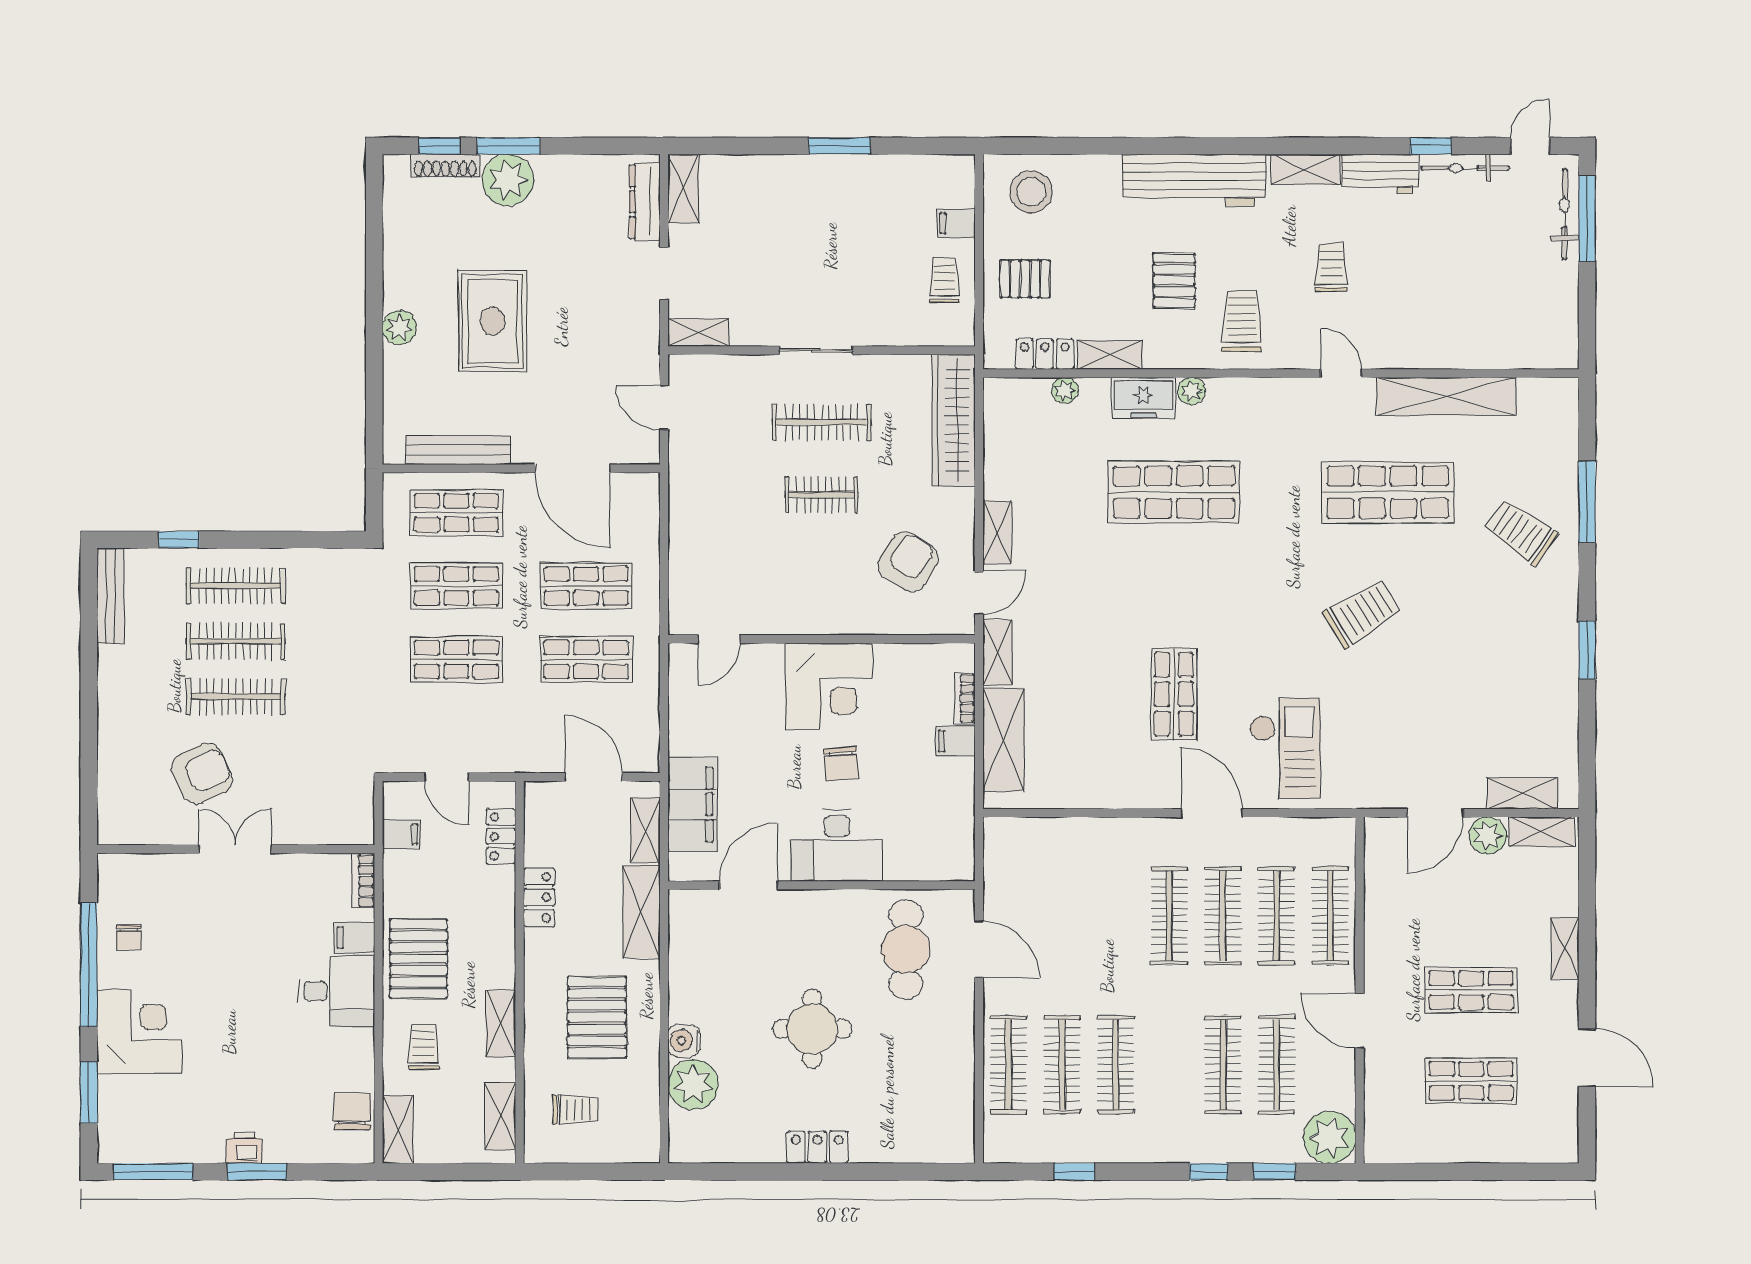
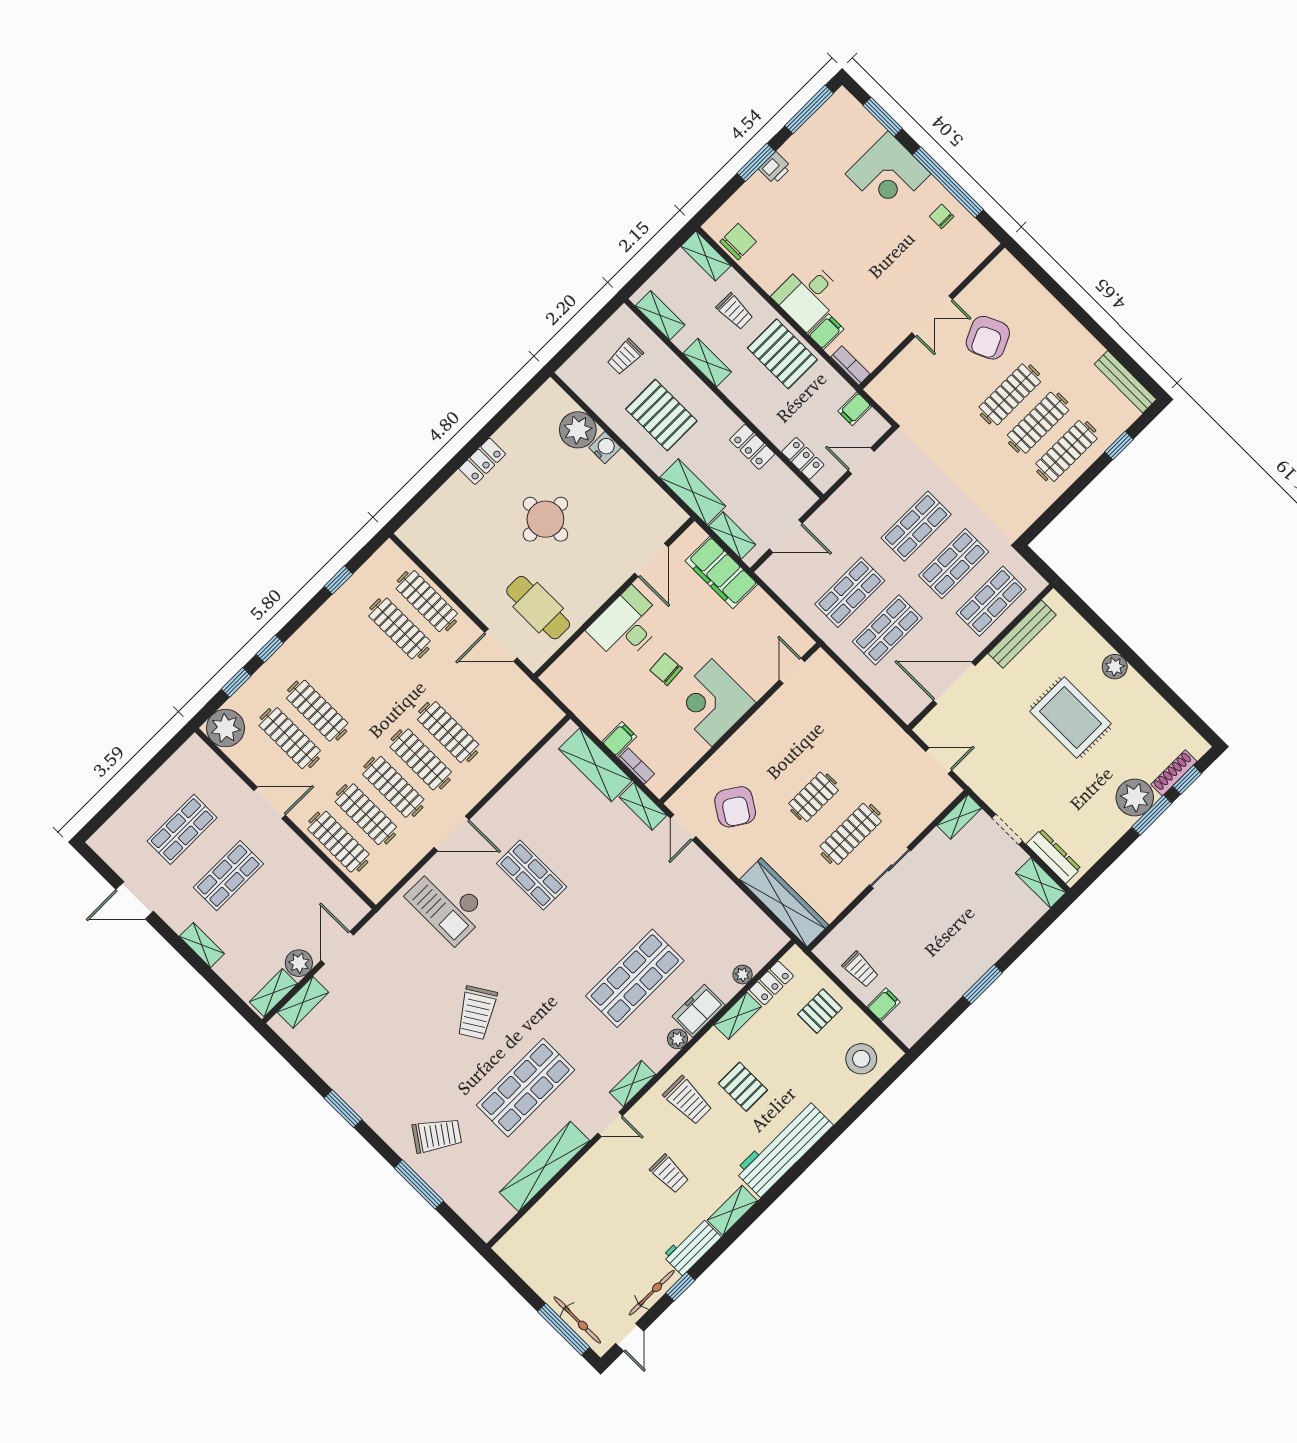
shelving: (997, 533) -> (632, 1084), moved, turned 90
clothes rail: (1116, 1065) -> (448, 732), moved
chair: (352, 1112) -> (738, 242), turned -90

